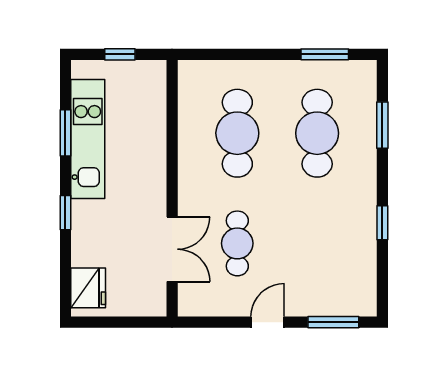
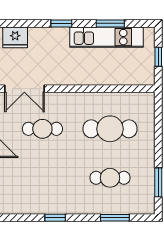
cafe table: (317, 133) -> (110, 178), width x0.73, depth x0.74
double door: (172, 249) -> (24, 89), moved

